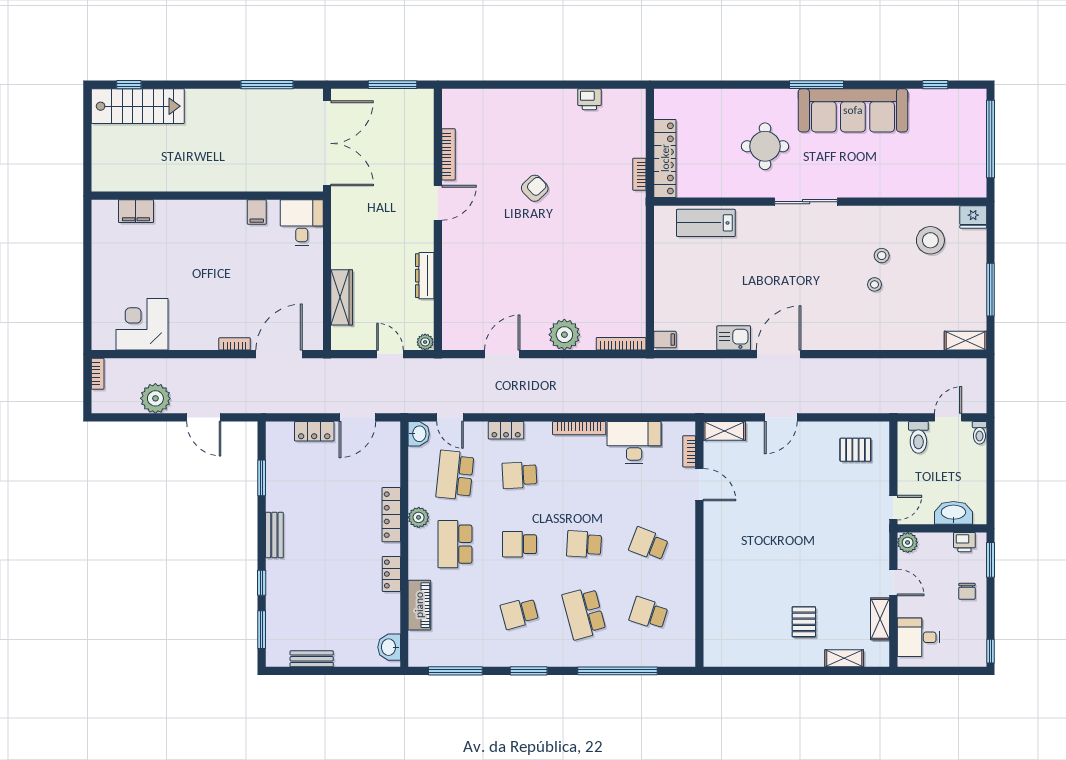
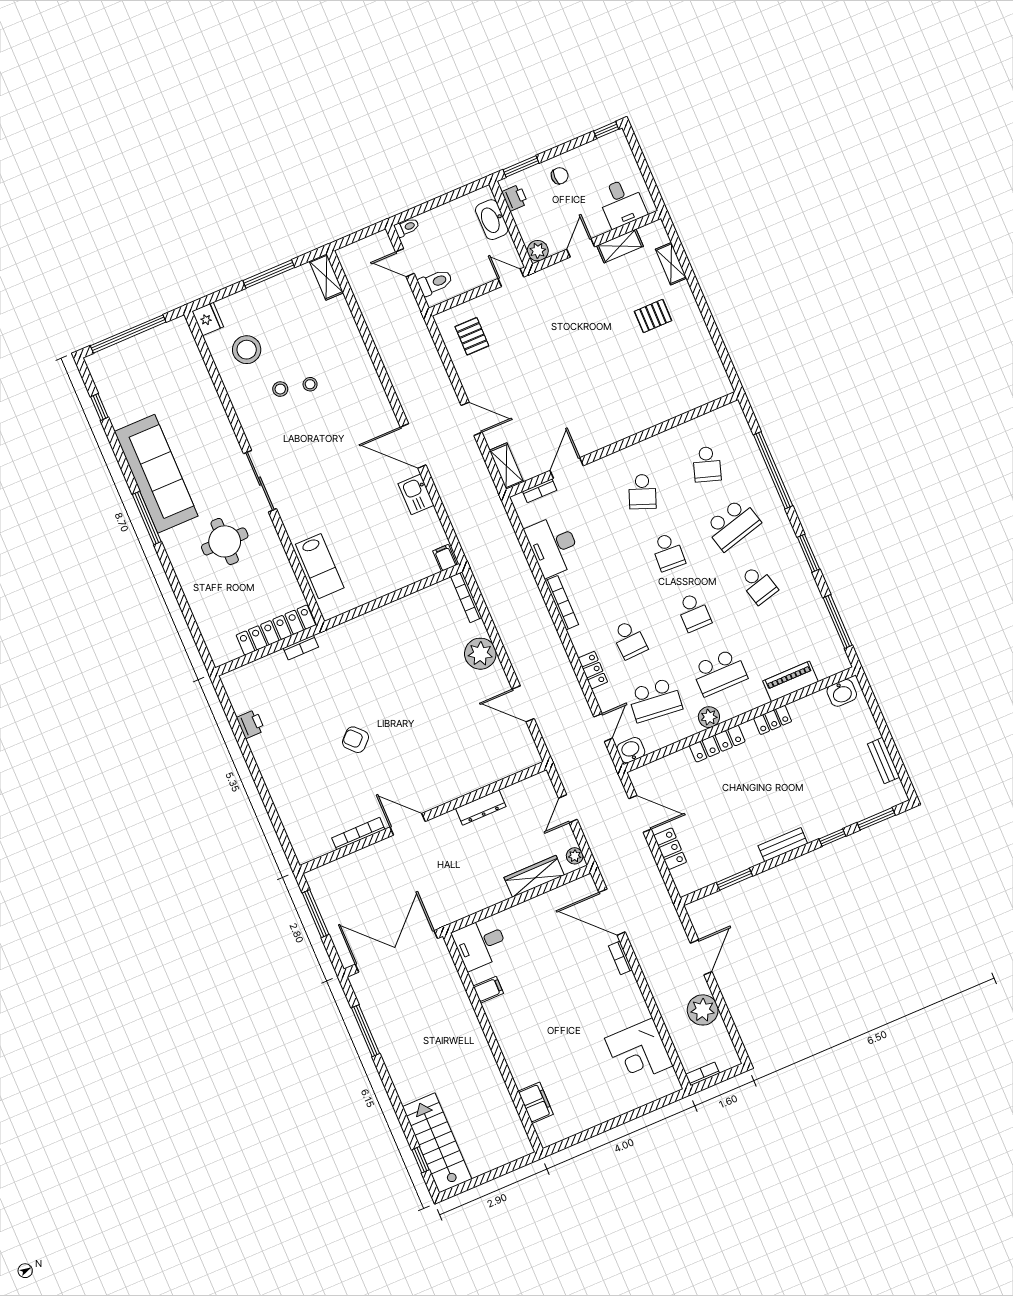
plant: (425, 342) -> (575, 856), moved

